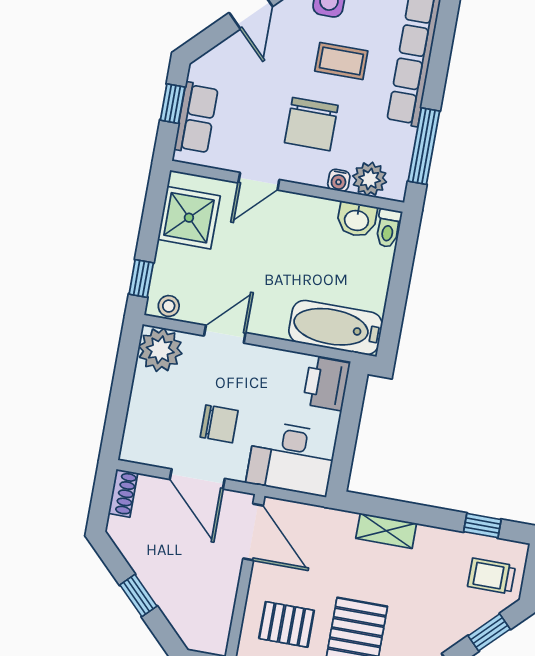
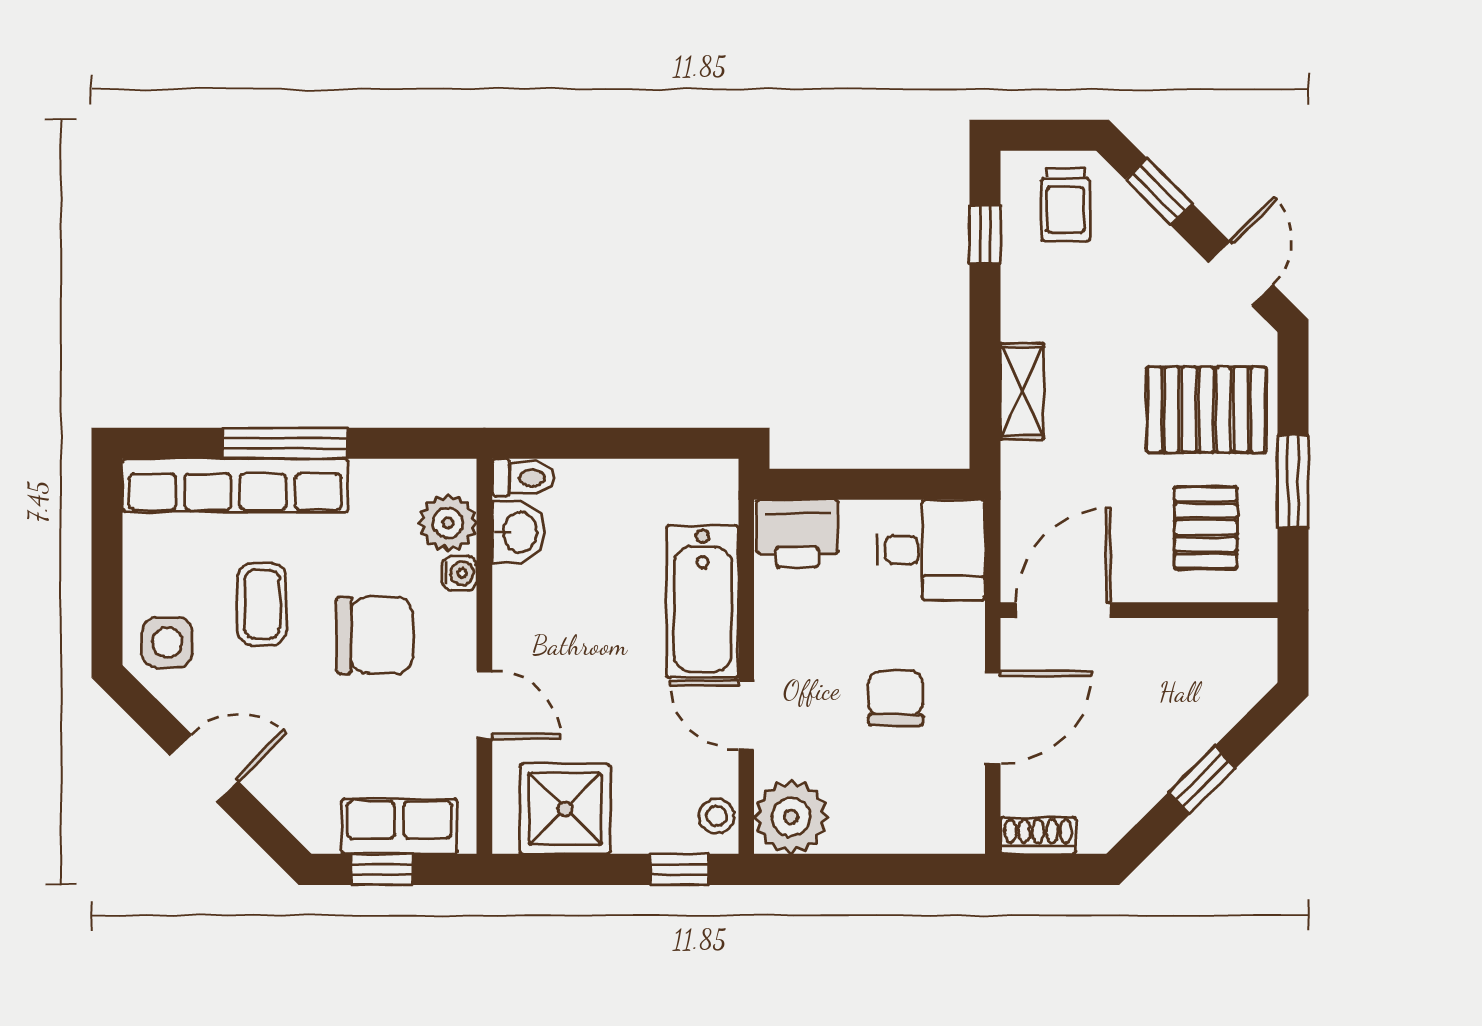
window: (424, 146) -> (285, 443), moved
bathtub: (336, 328) -> (703, 602), moved
desk: (292, 458) -> (931, 550), width x0.73

